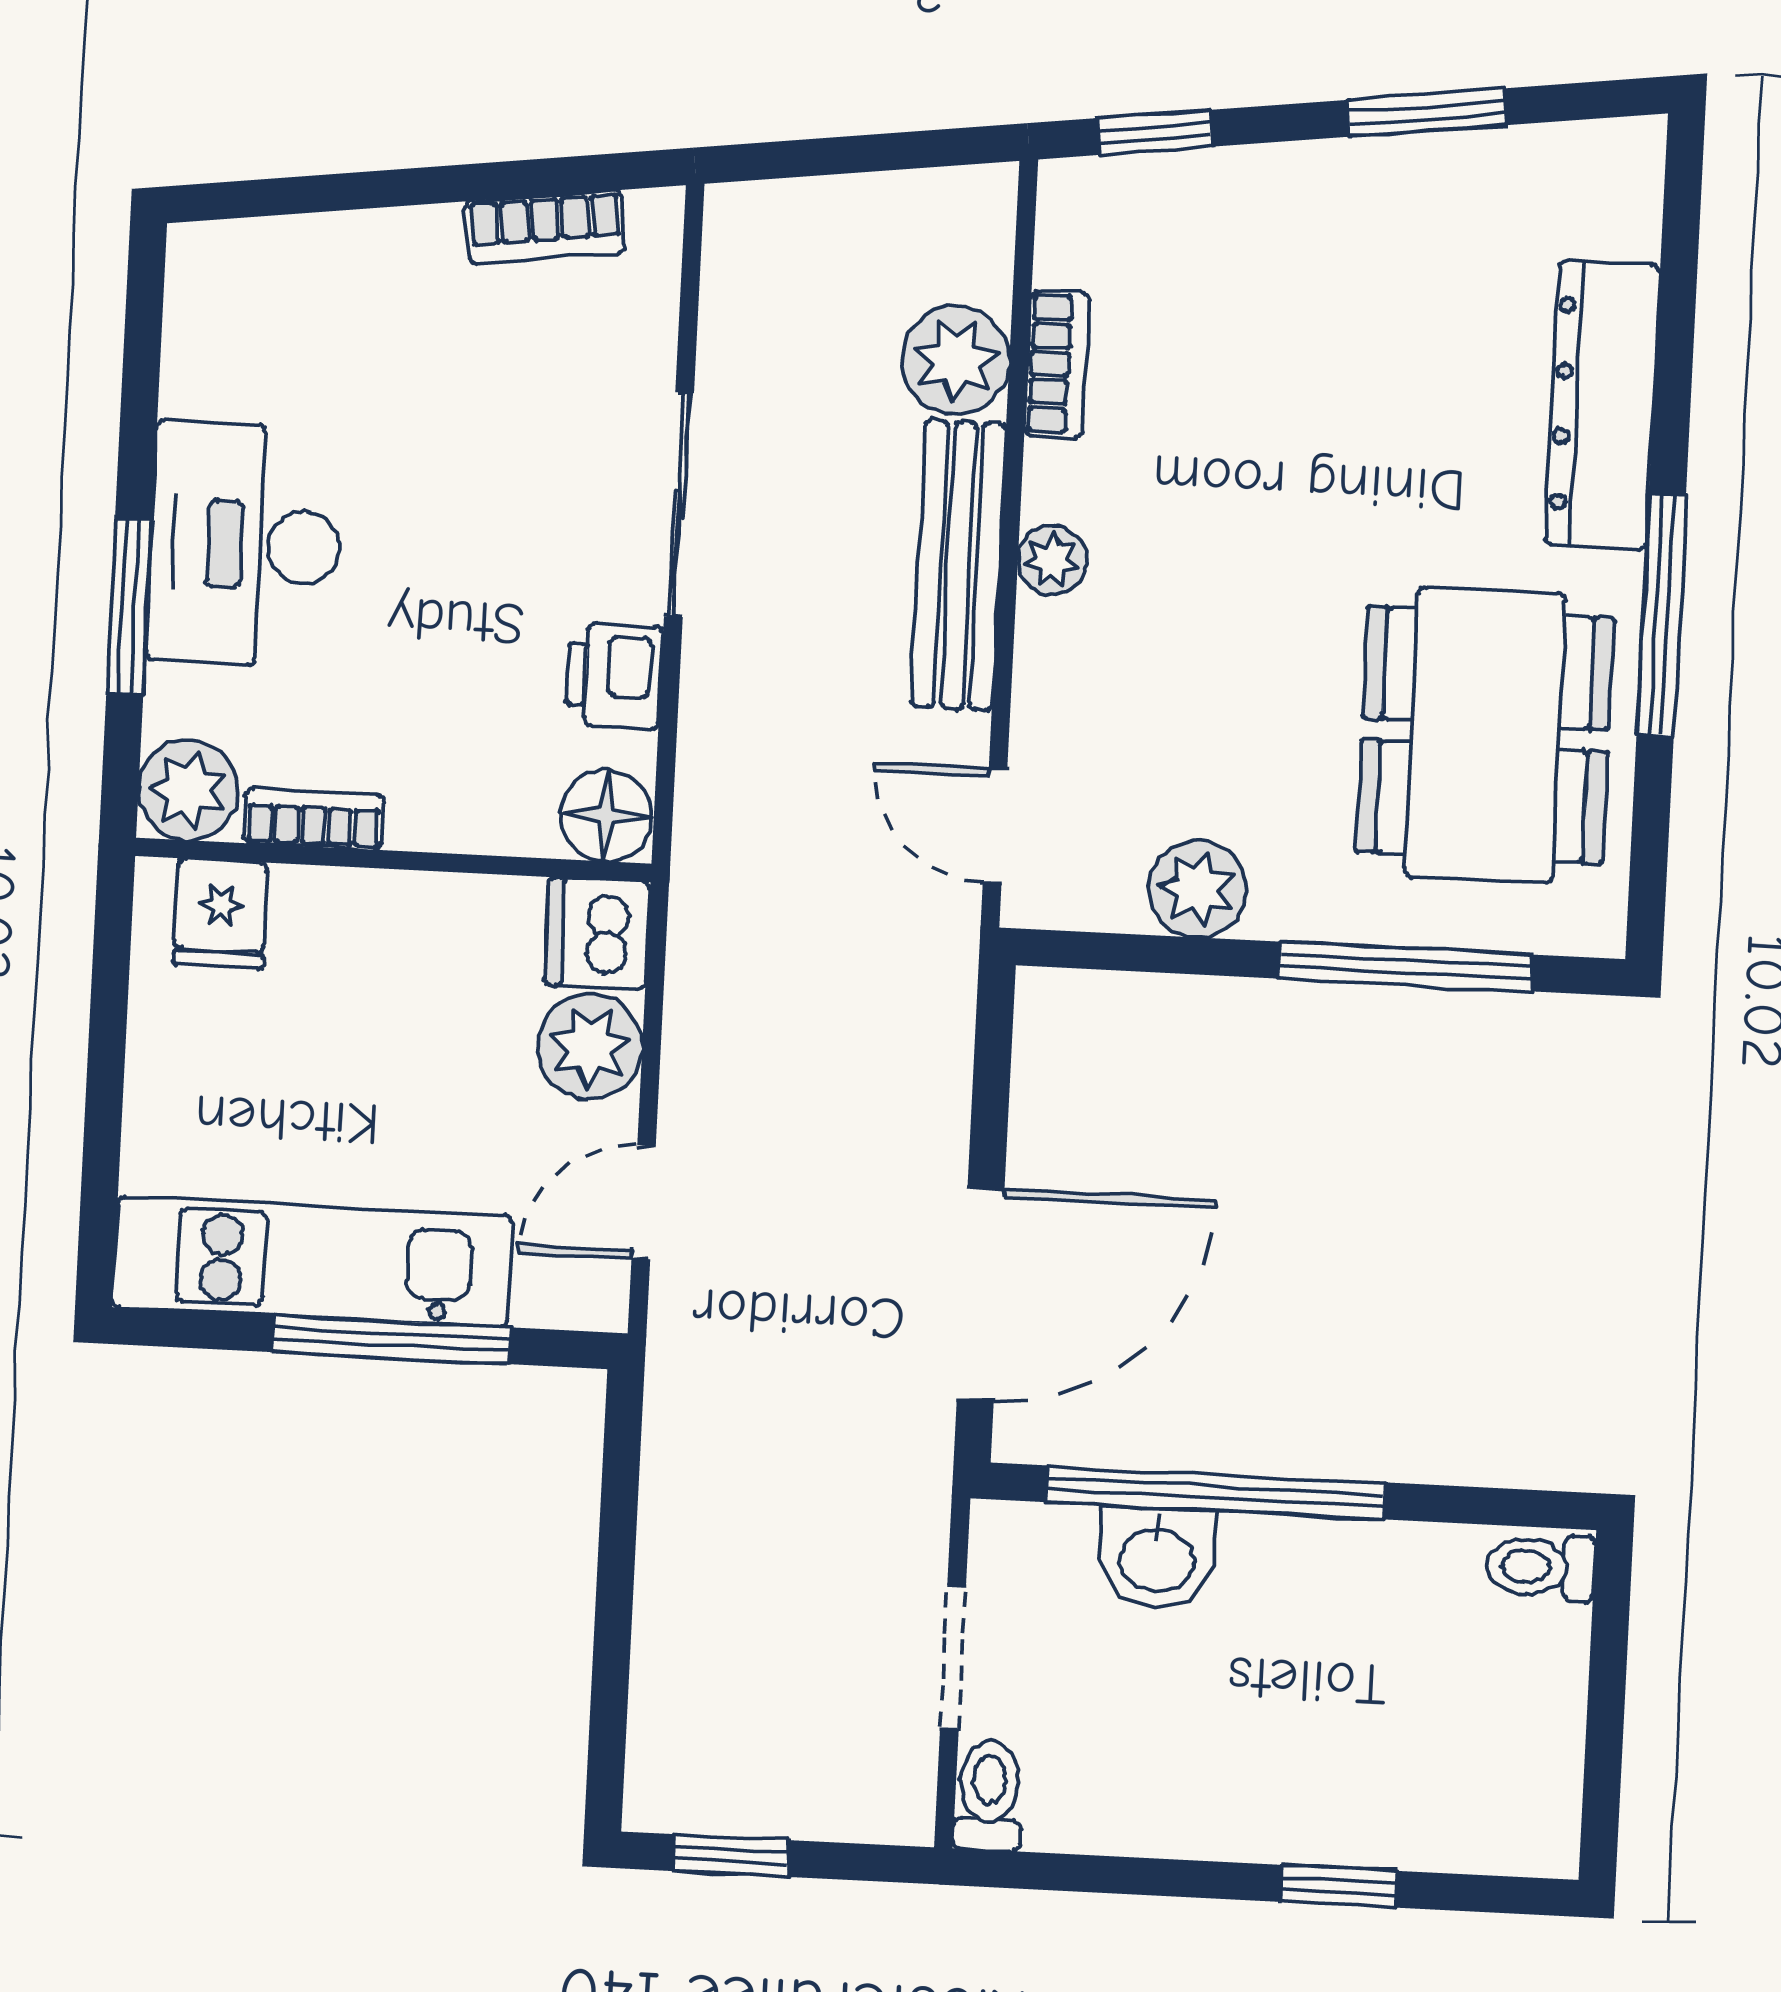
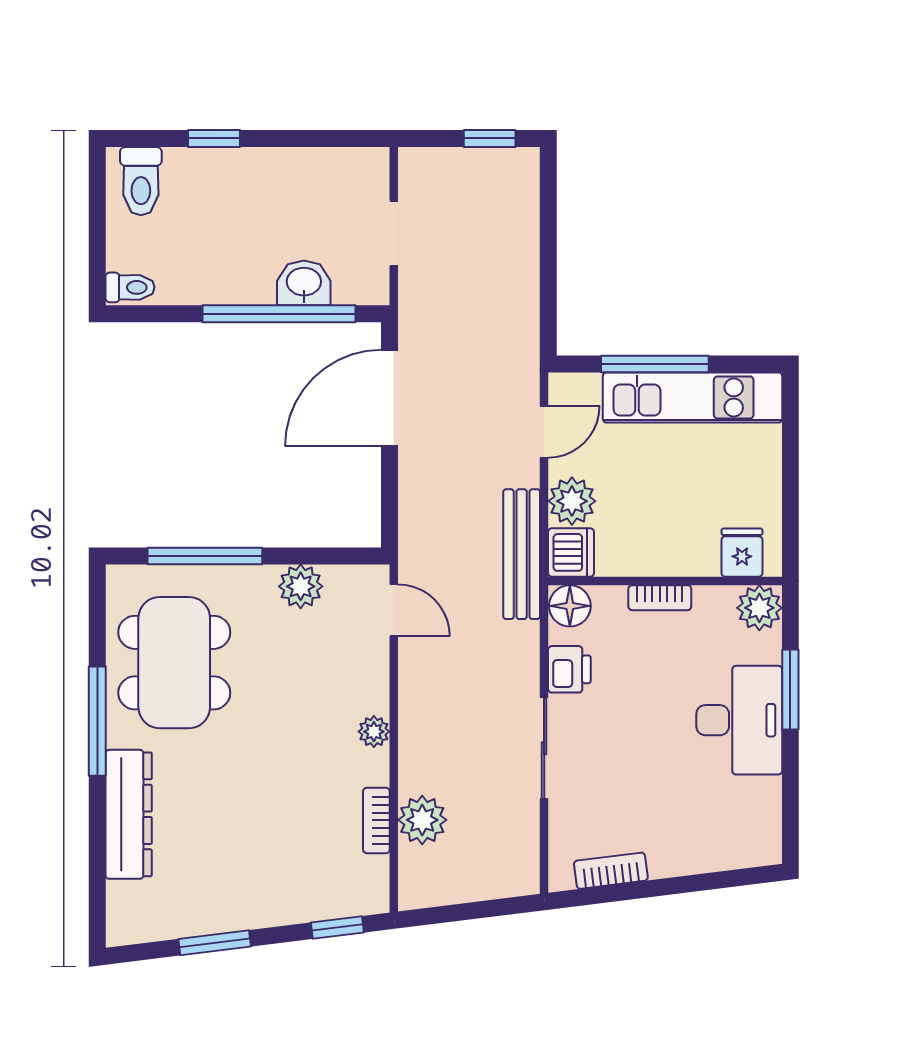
bench: (959, 565) -> (522, 554), moved
bookcase: (314, 819) -> (660, 598), moved
toilet: (989, 1795) -> (141, 181), moved, width x1.37, depth x1.39

